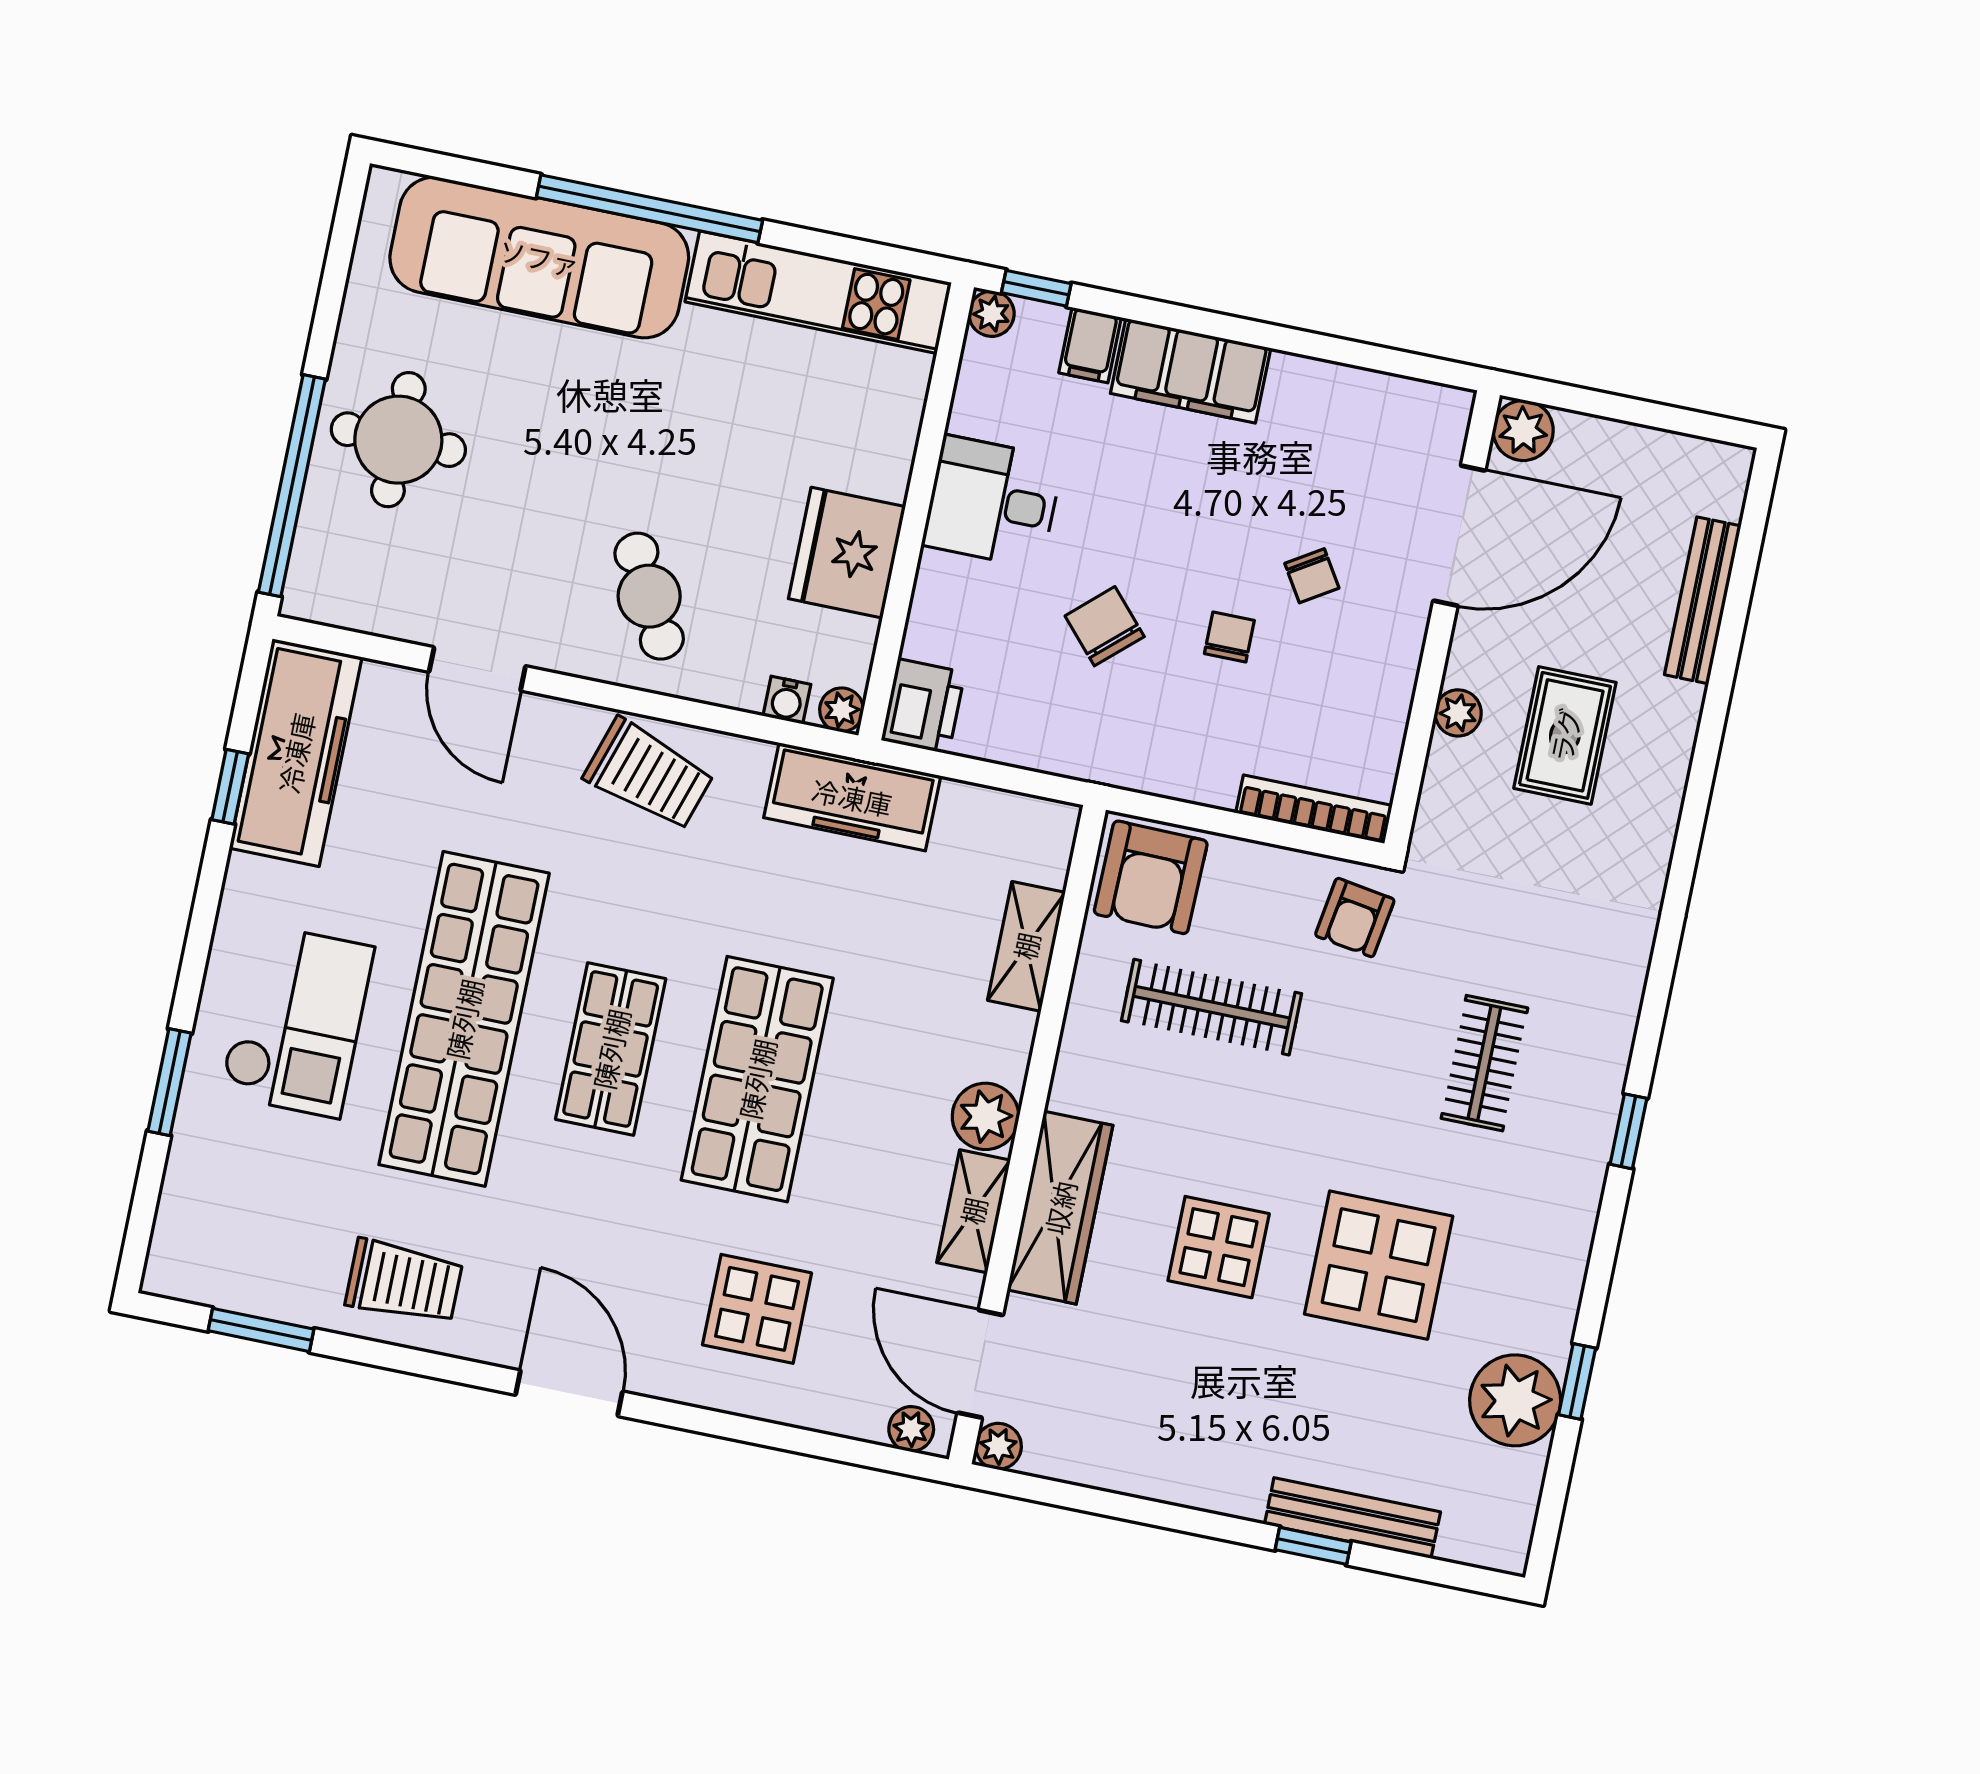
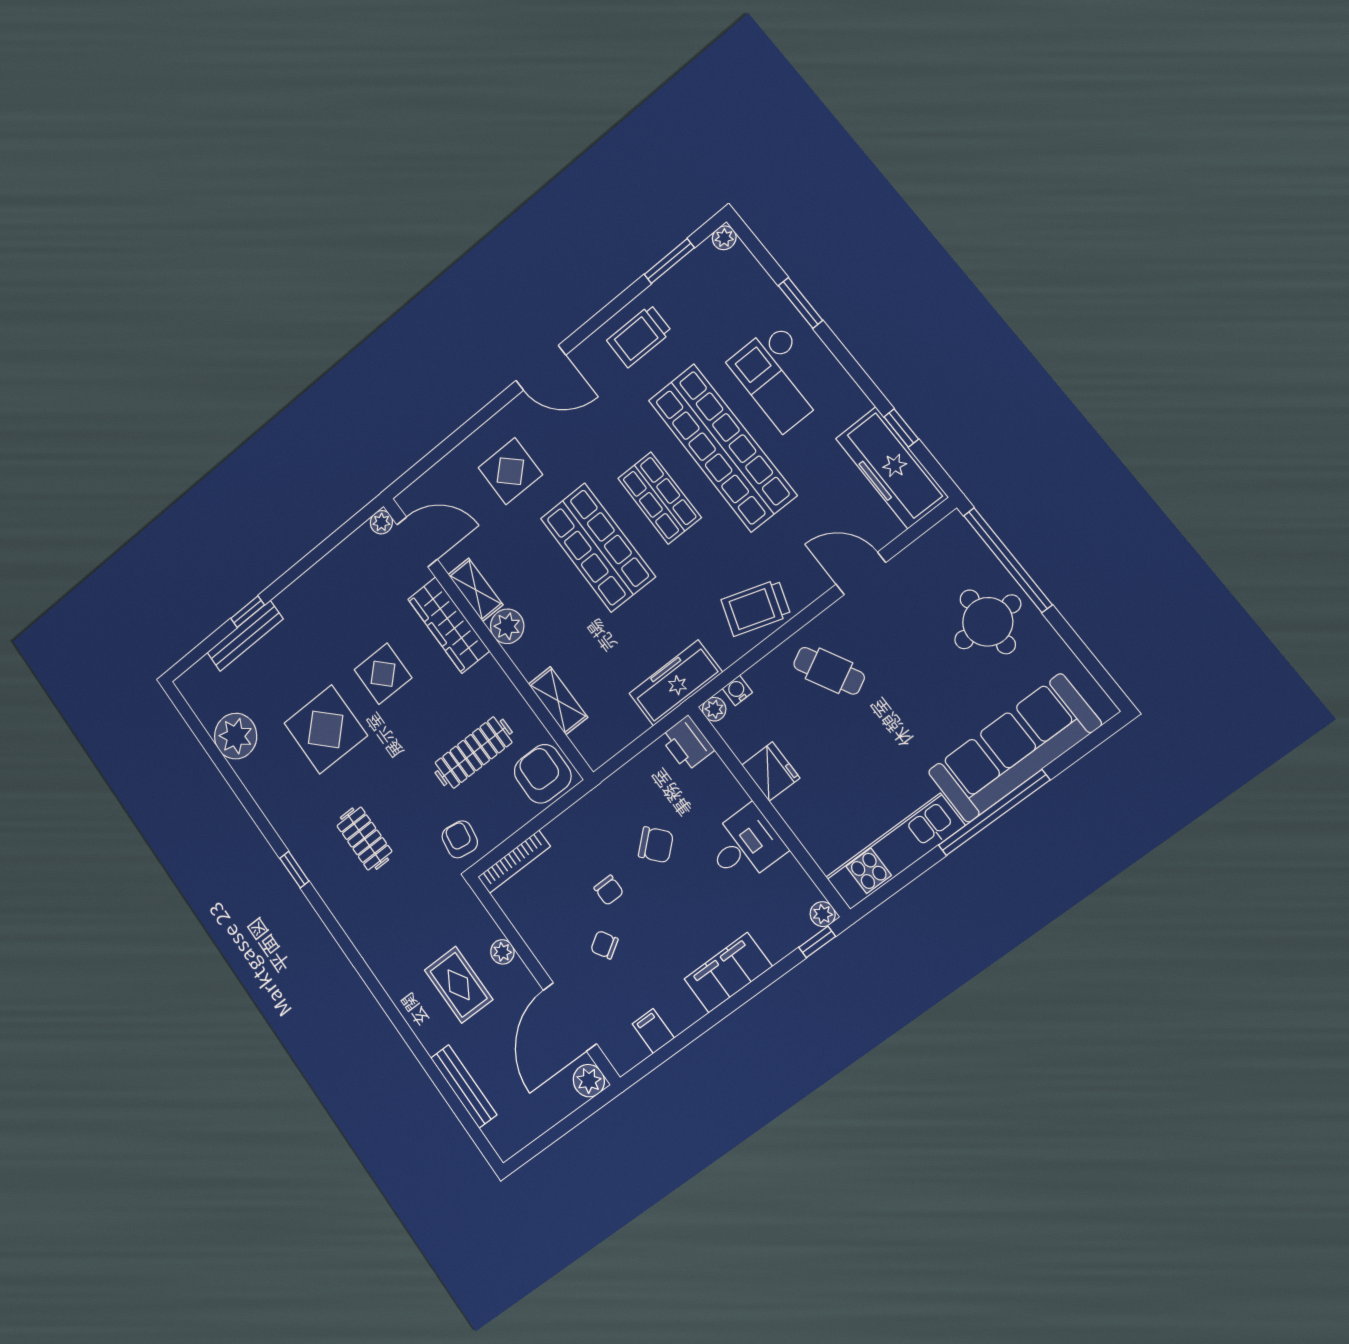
filing cabinet: (1090, 345) -> (653, 1031), moved
fridge: (847, 553) -> (771, 772), width x0.73, depth x0.75
window: (1577, 1381) -> (223, 766), removed
plant: (911, 1429) -> (724, 238), moved

